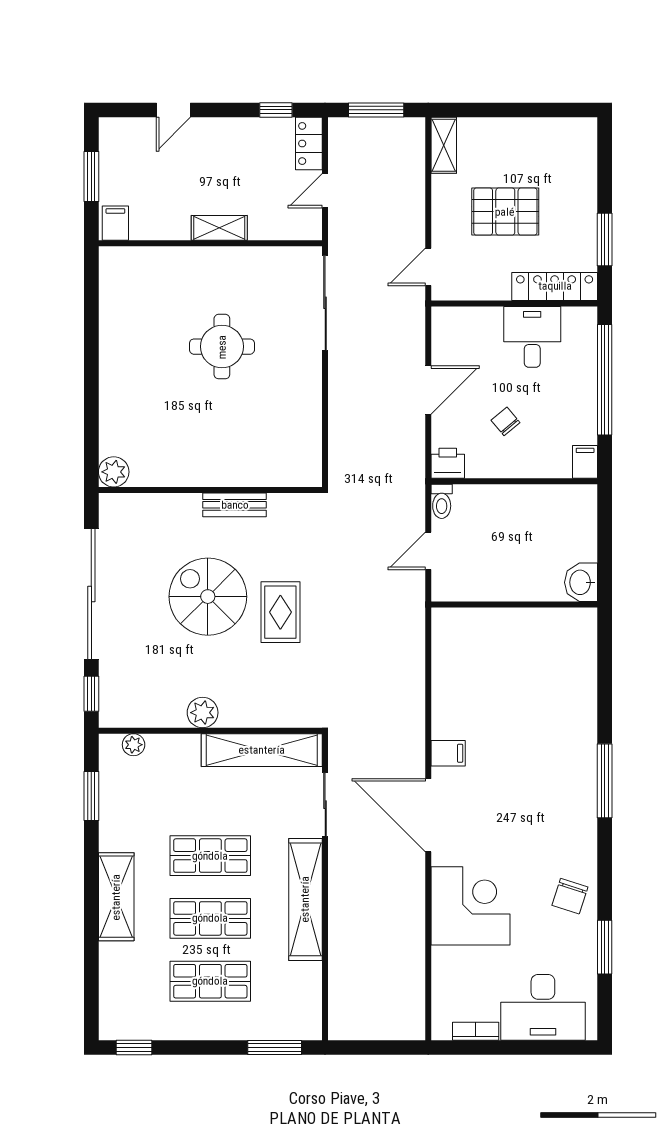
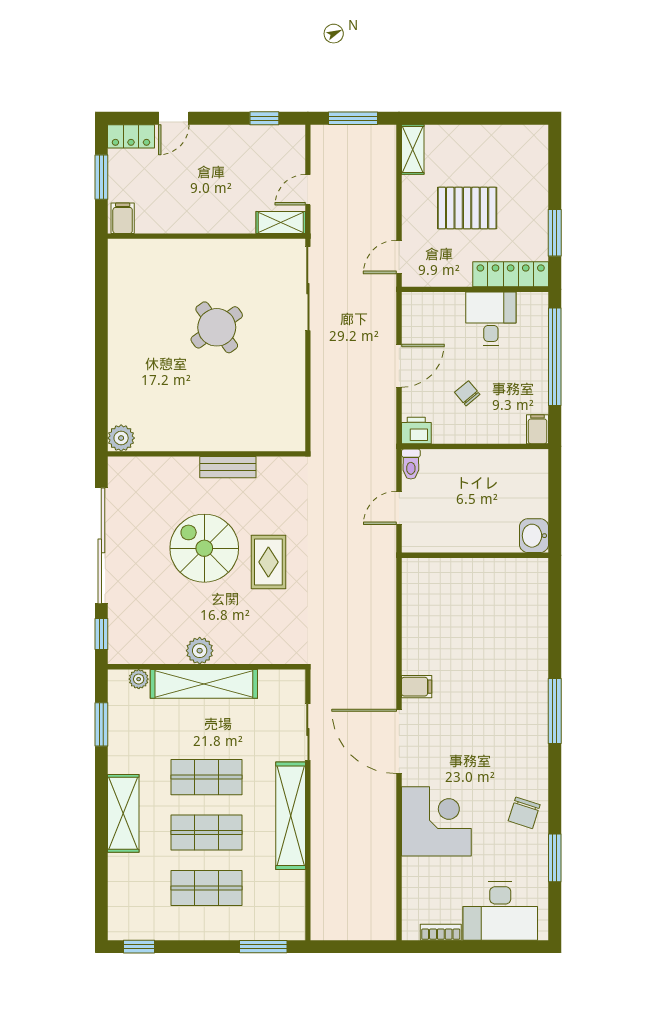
locker: (309, 143) -> (131, 136), moved, turned -90
shelving: (219, 228) -> (281, 223), moved
round table: (222, 347) -> (217, 327), turned -36
shelving: (262, 750) -> (204, 684), moved

